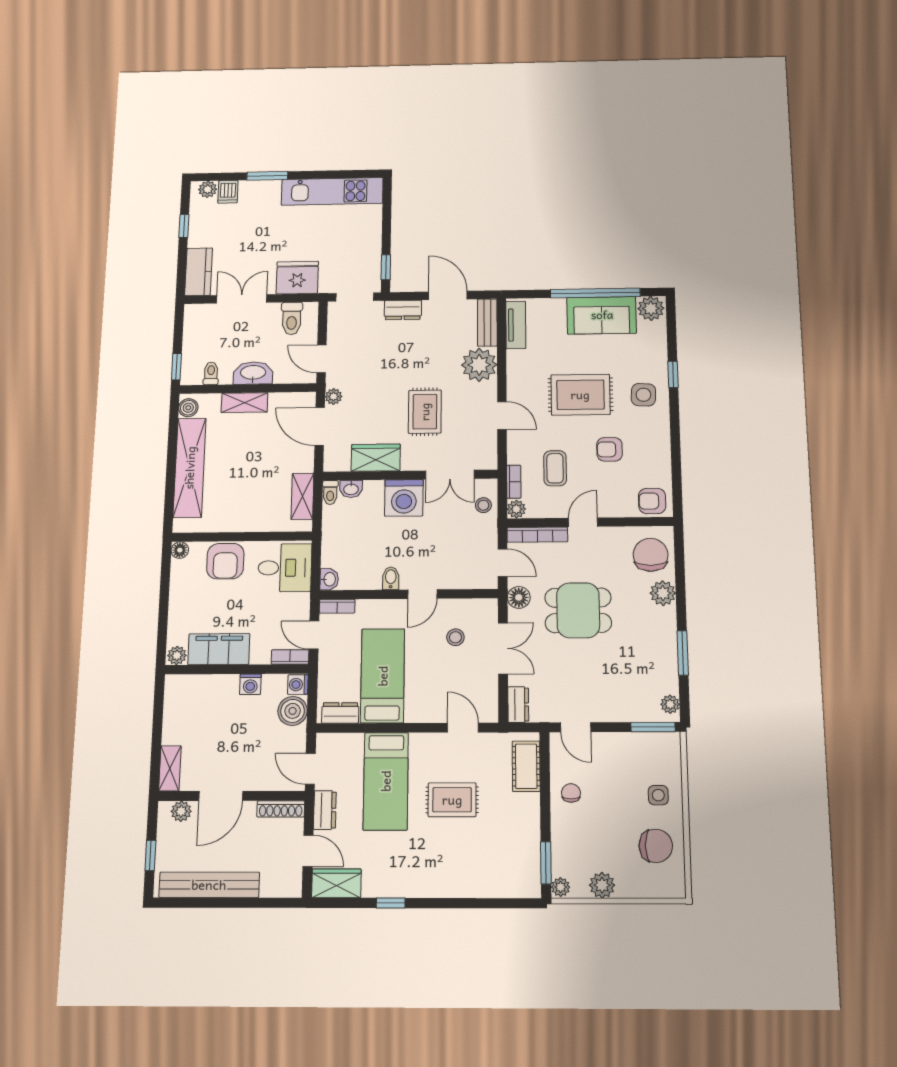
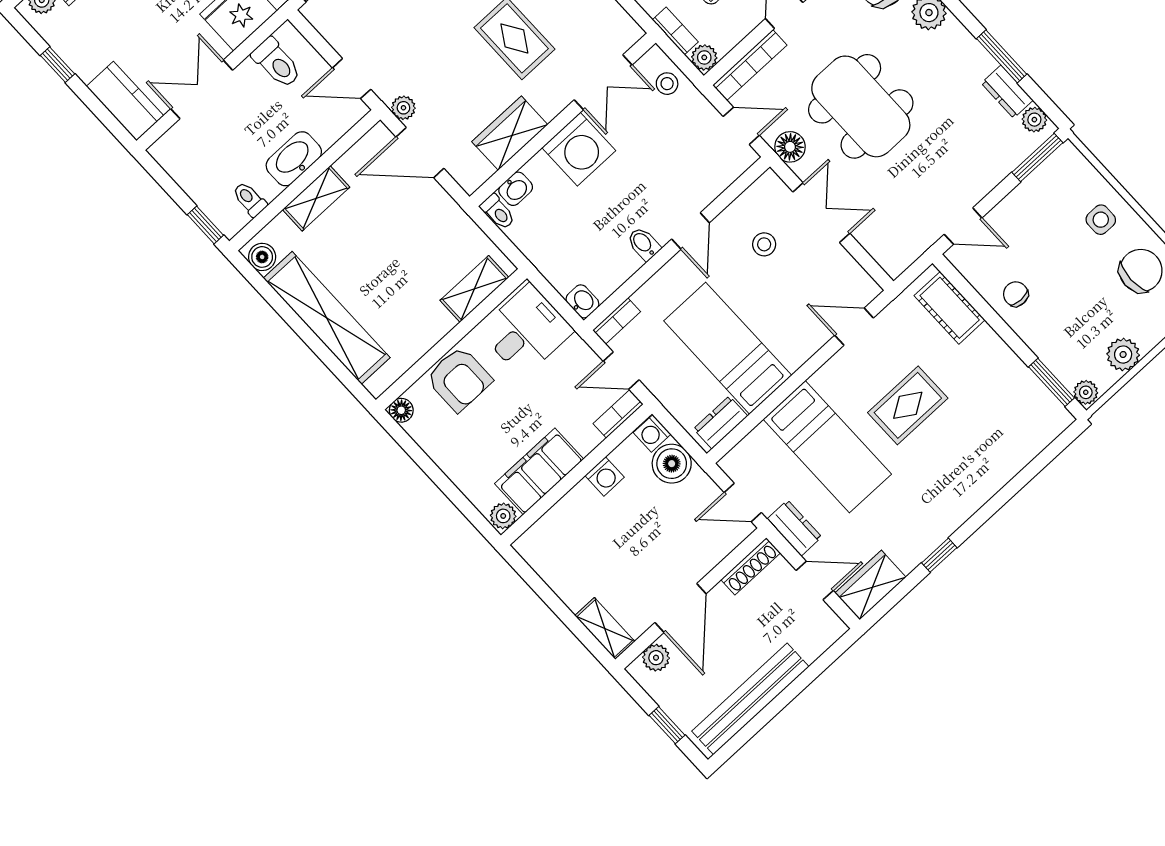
shelving: (302, 496) -> (474, 289), moved, turned 90
dining table: (578, 610) -> (861, 106), width x1.38
dresser: (518, 705) -> (1007, 92), moved, turned 180

